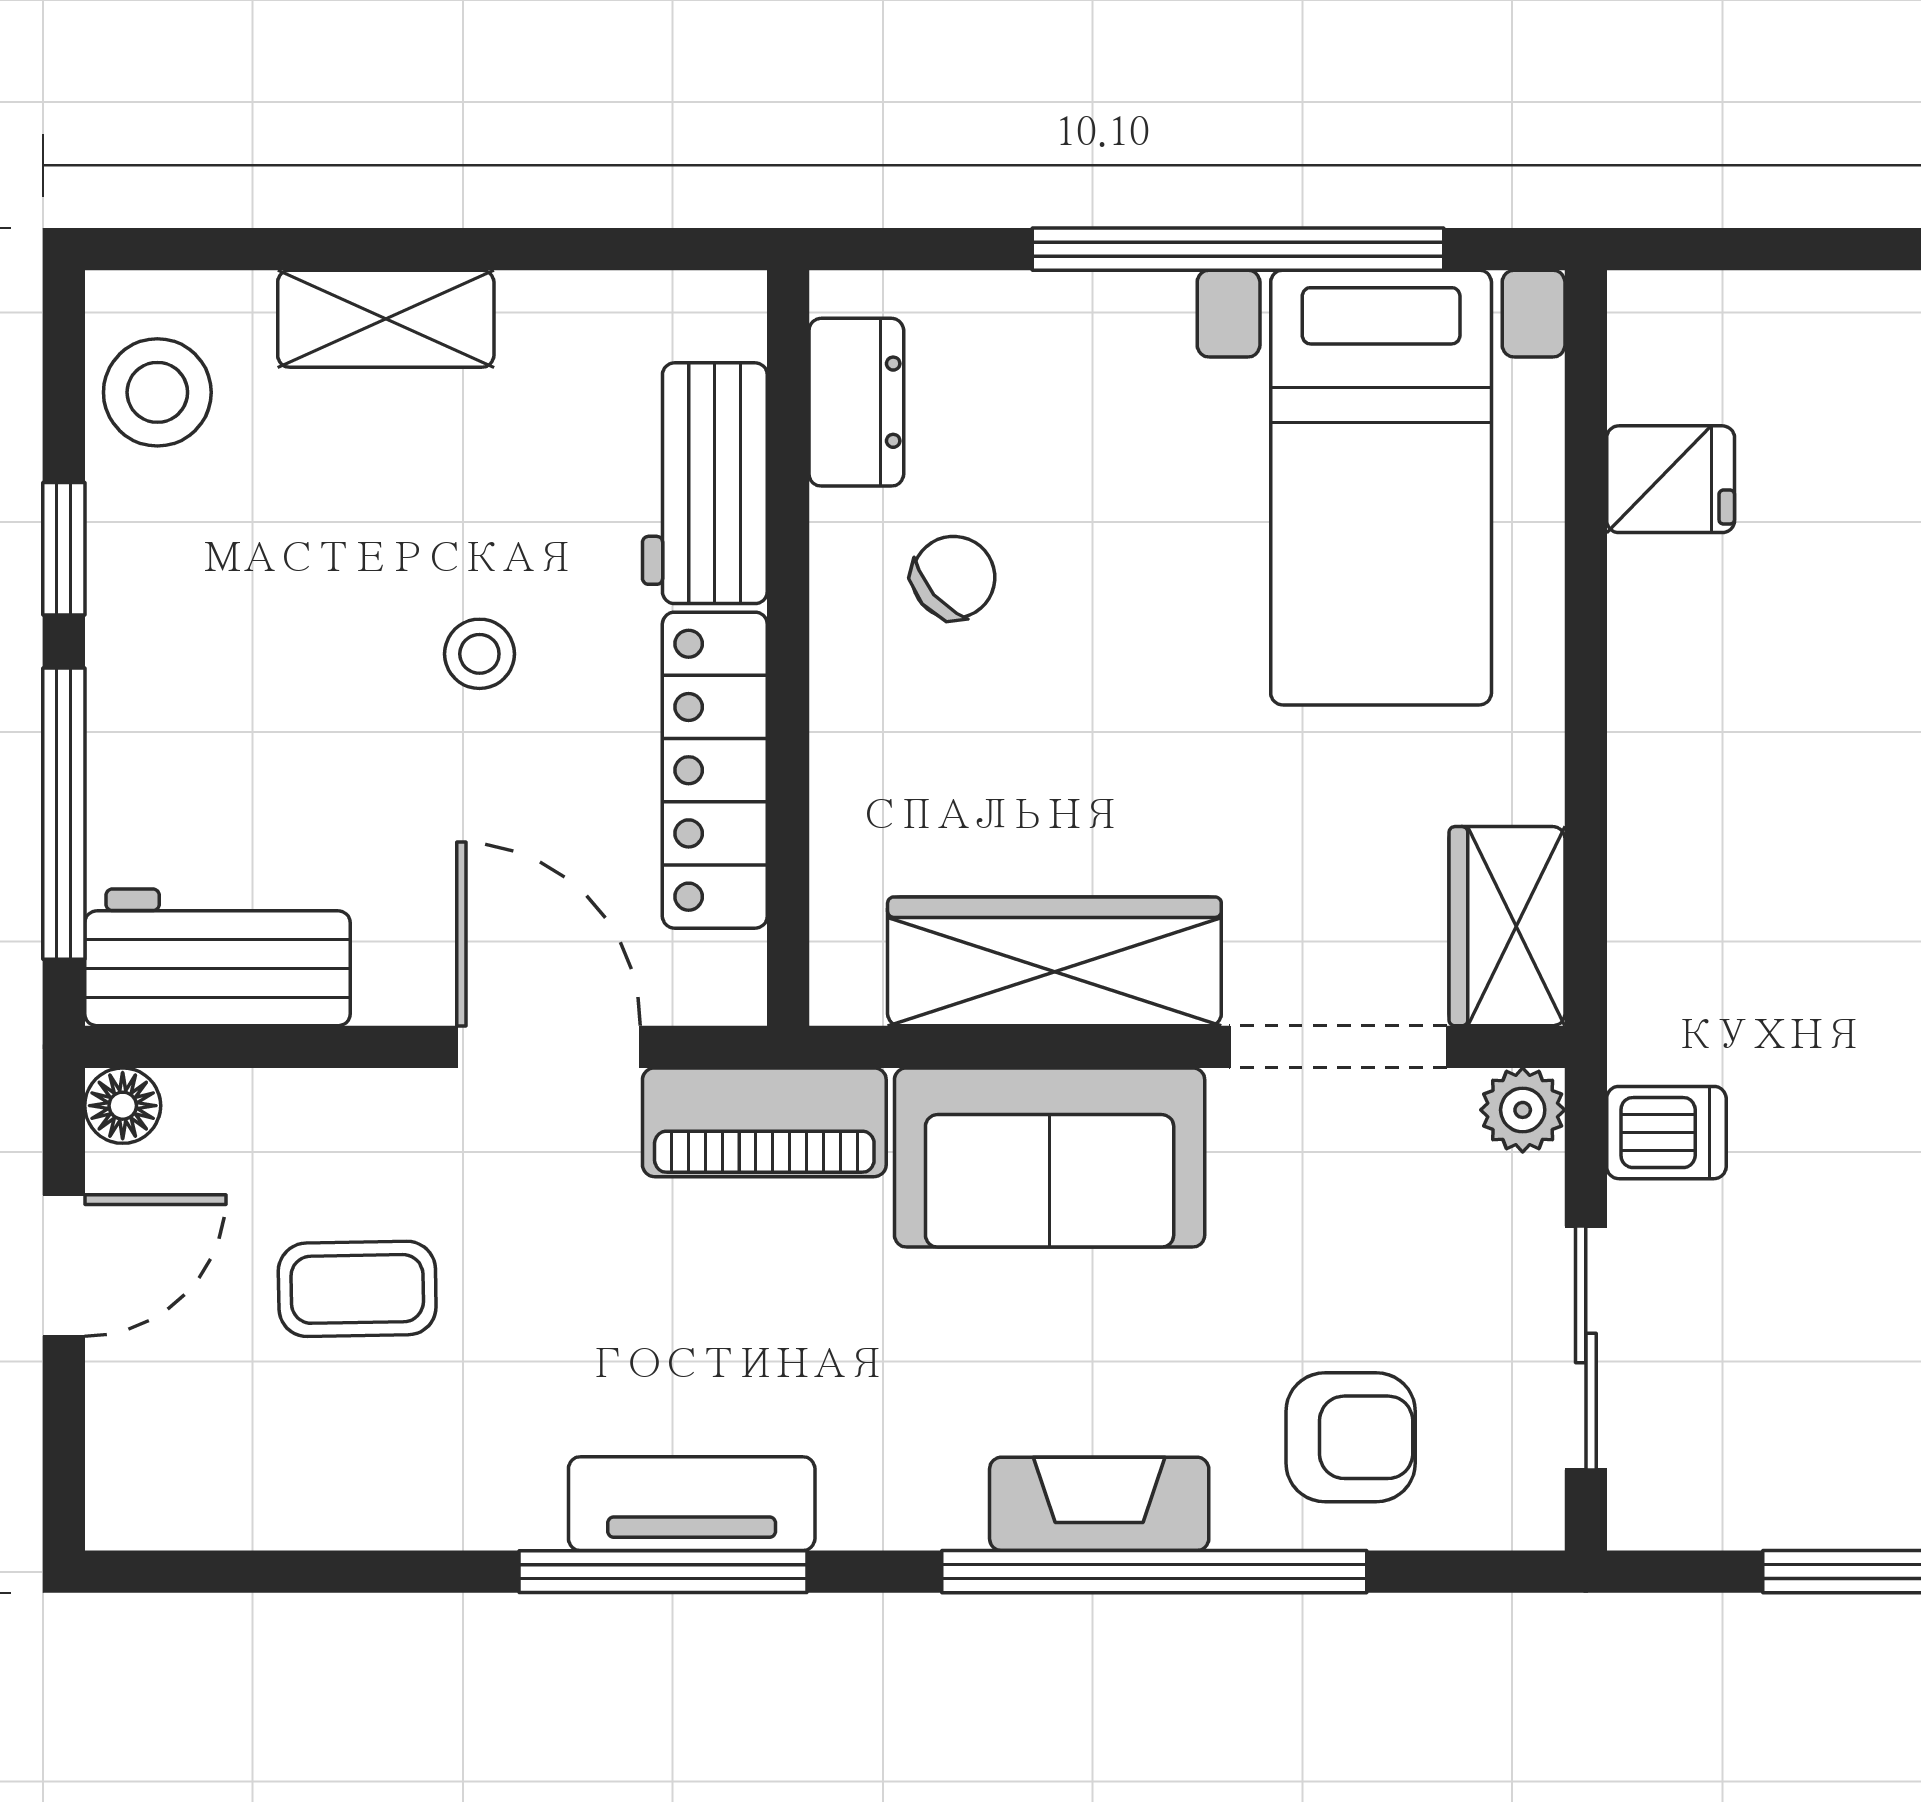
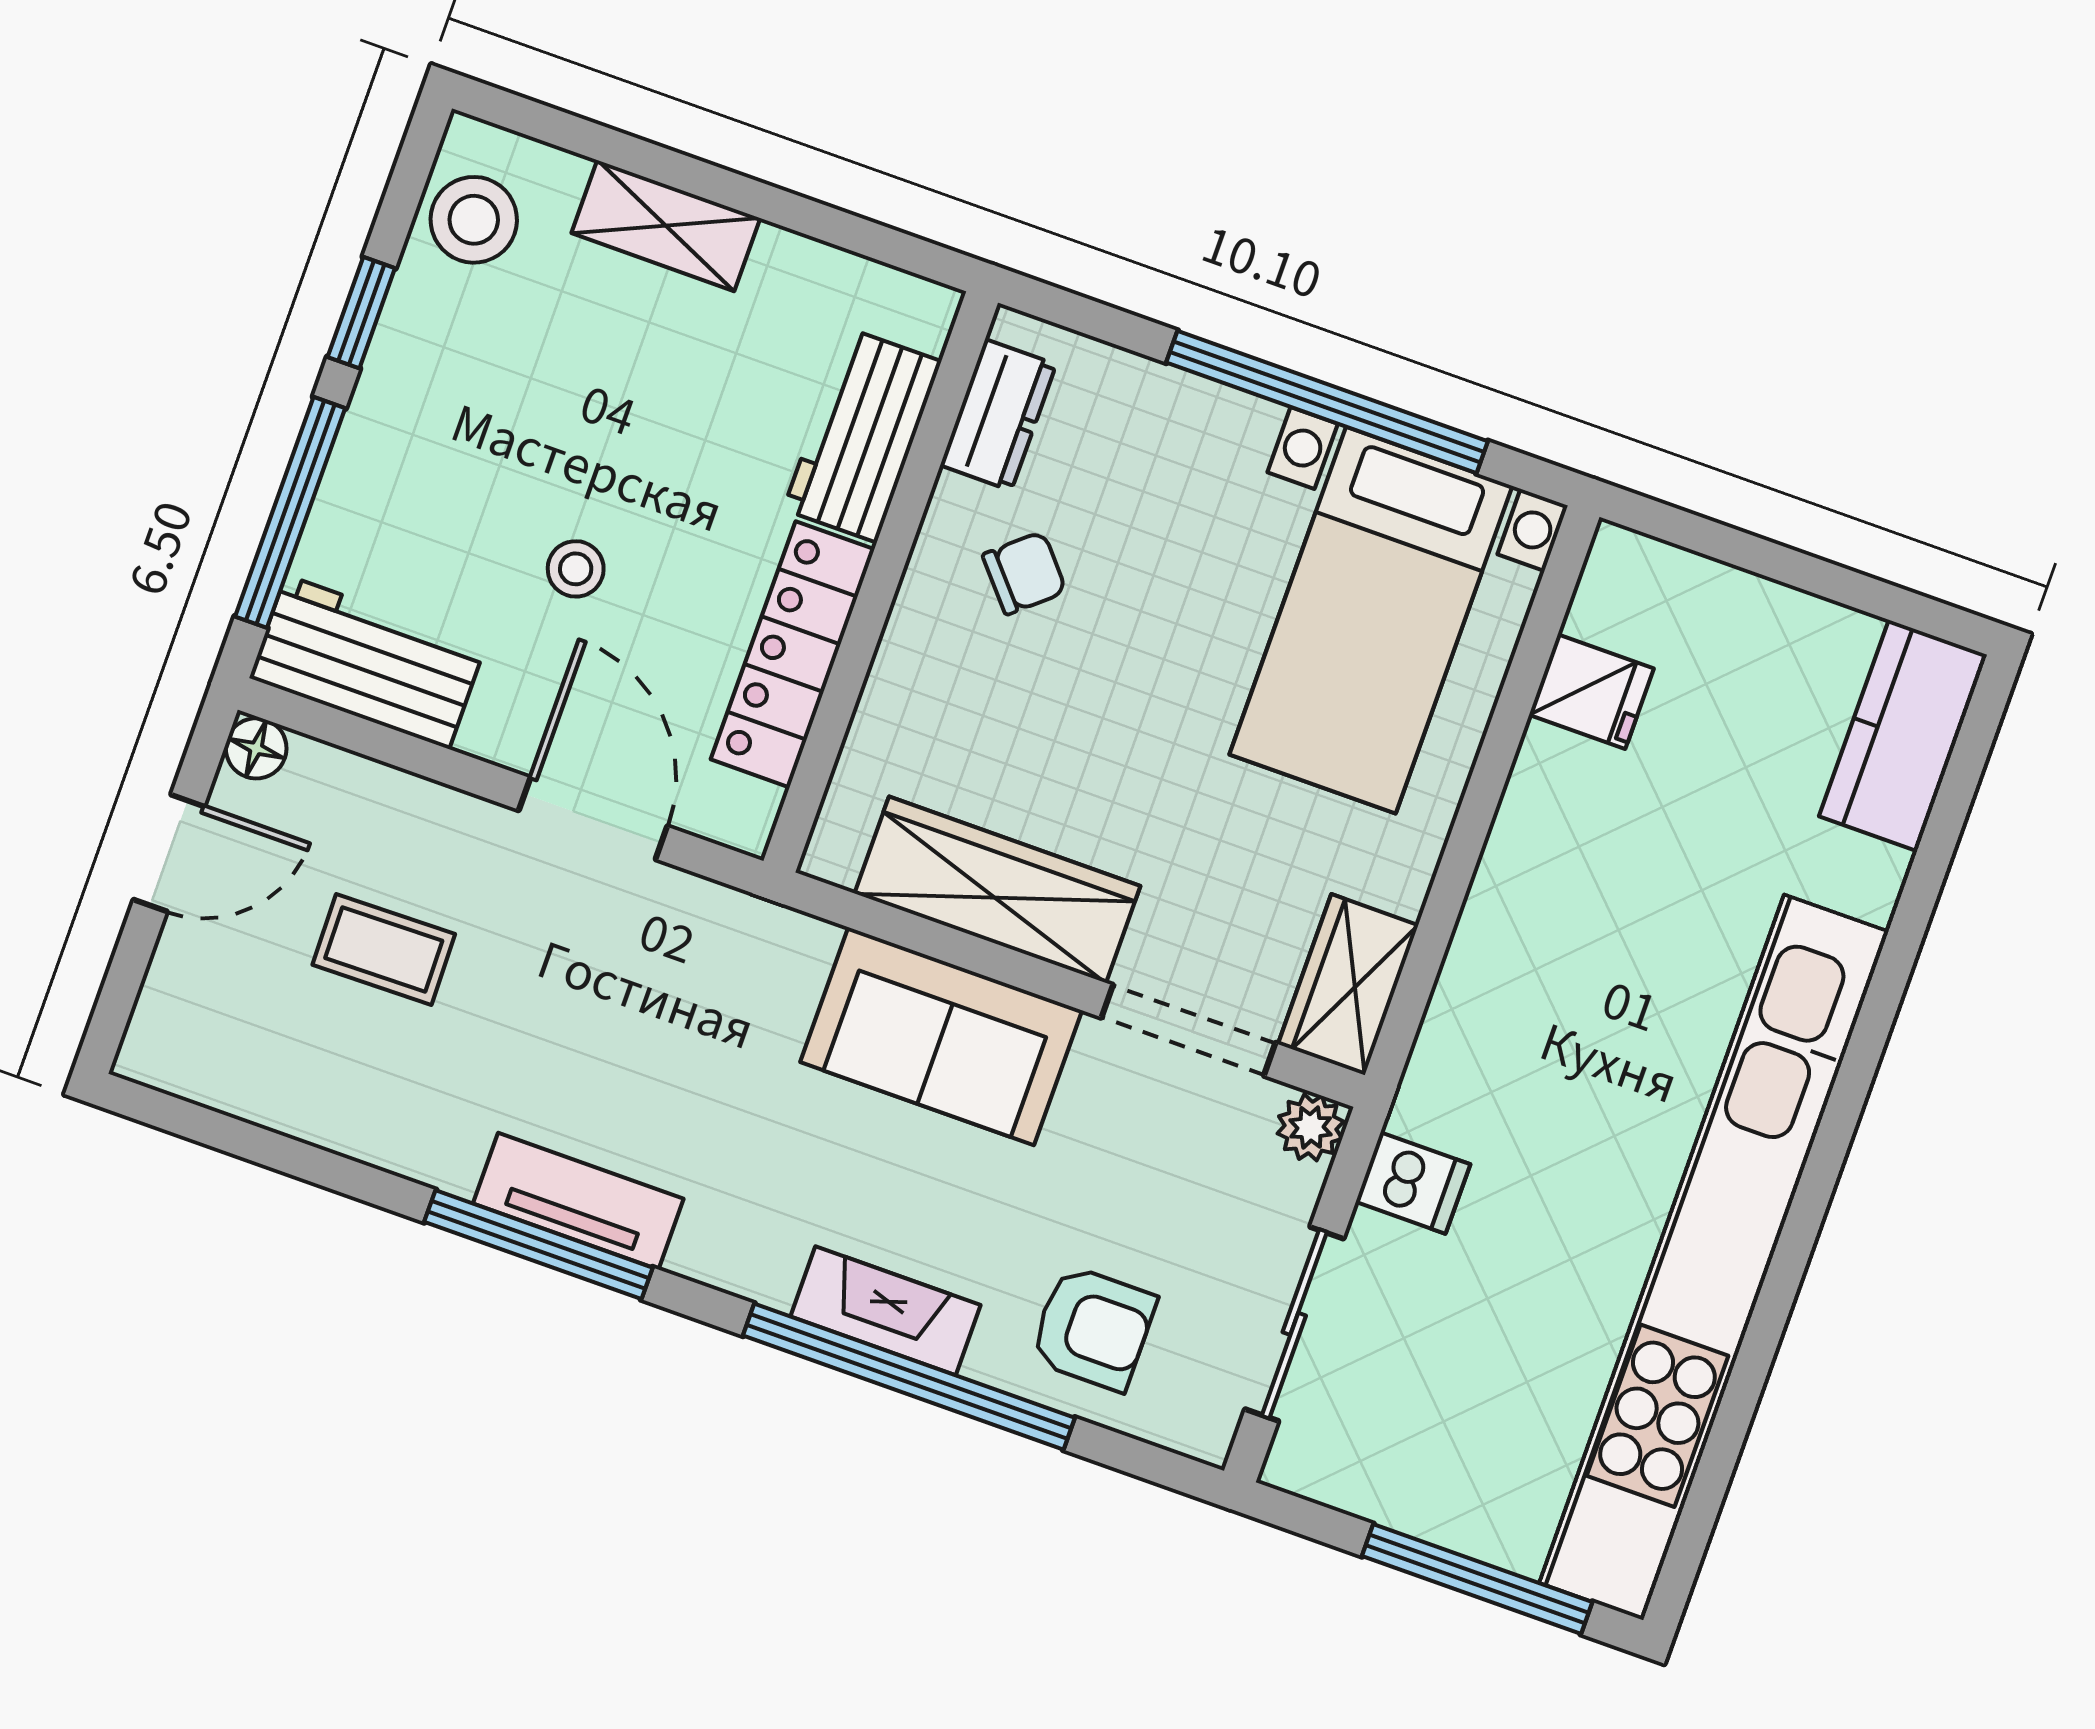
stool: (479, 654) -> (576, 569), moved
piano: (764, 1122) -> (735, 933), removed

